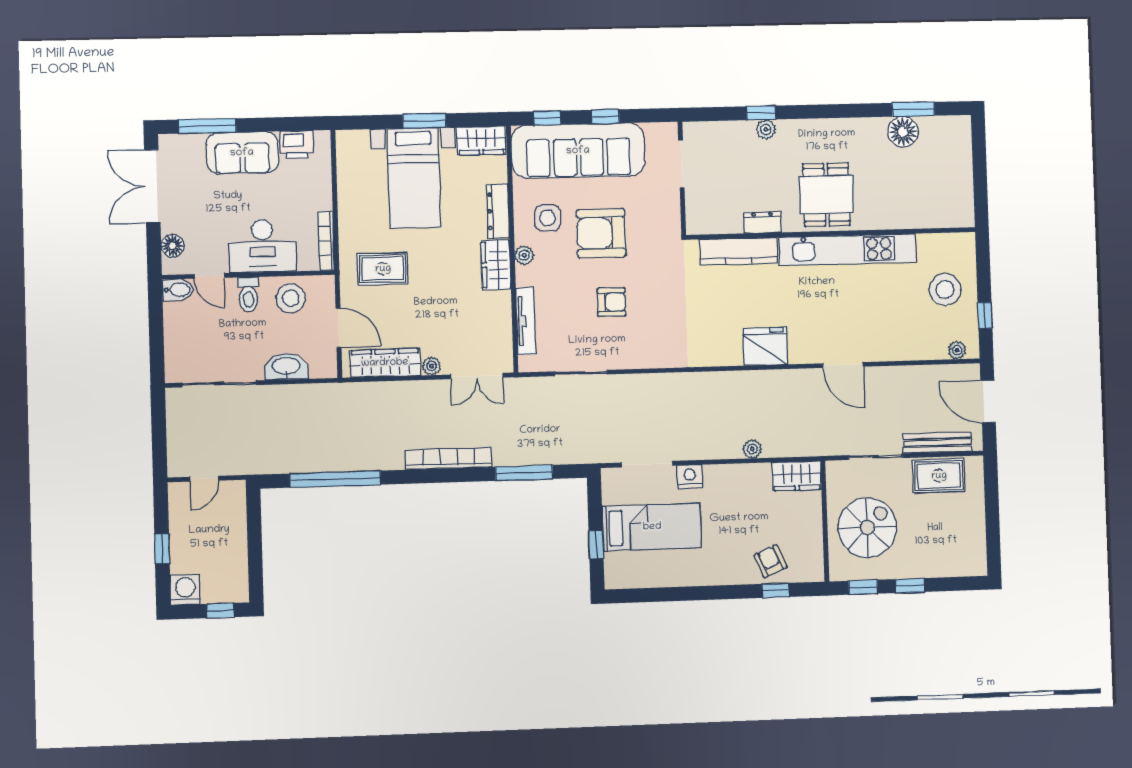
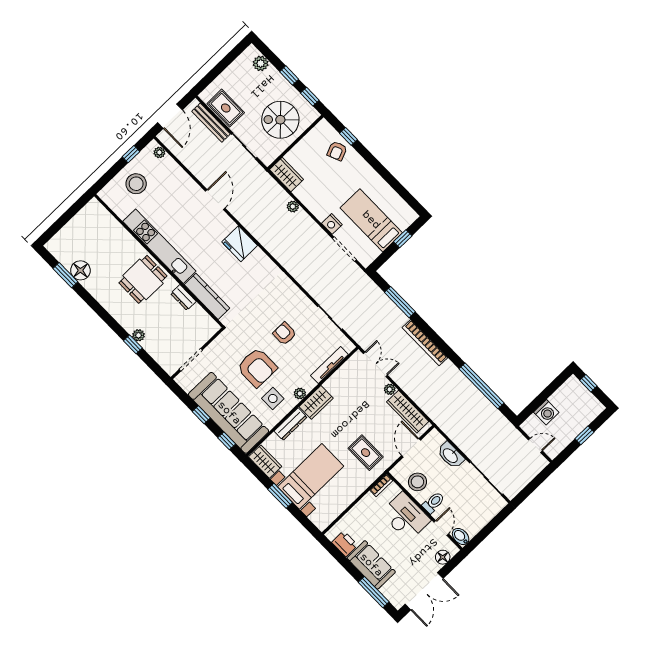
bookcase: (326, 241) -> (381, 485), width x0.64
plant: (954, 565) -> (261, 63), added
washing machine: (185, 590) -> (546, 412), moved, turned -90

